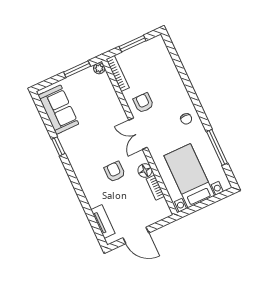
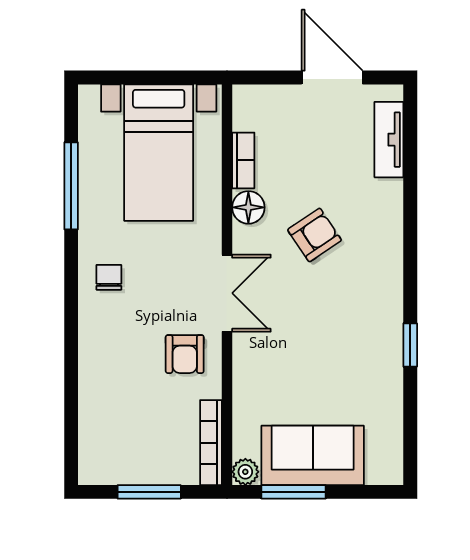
sofa: (58, 110) -> (313, 455), moved, turned 90
armchair: (115, 172) -> (315, 235), turned -124

